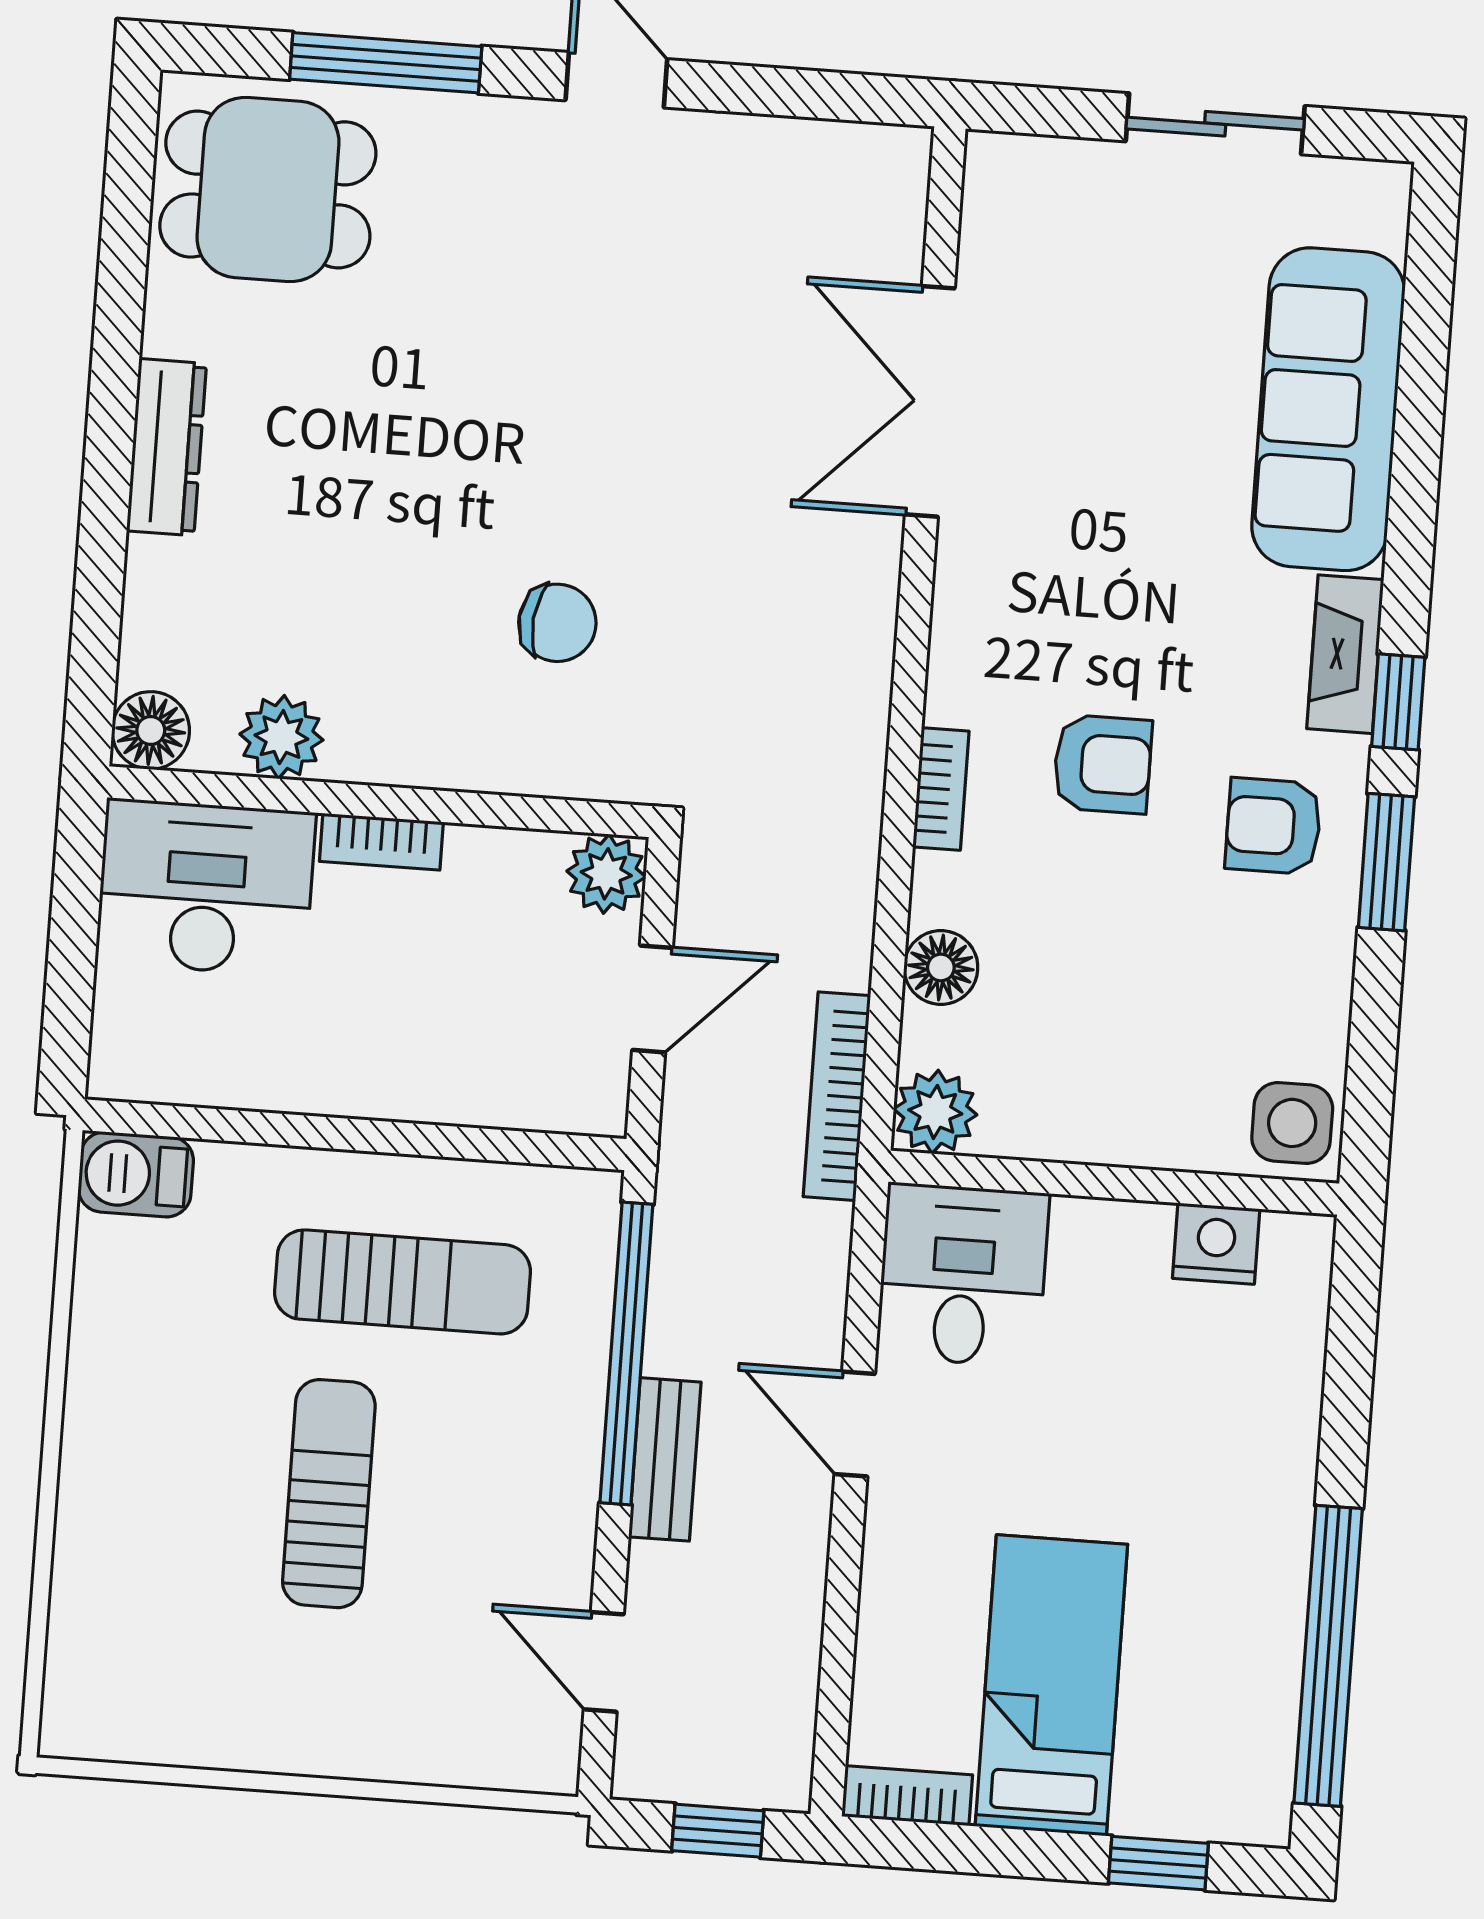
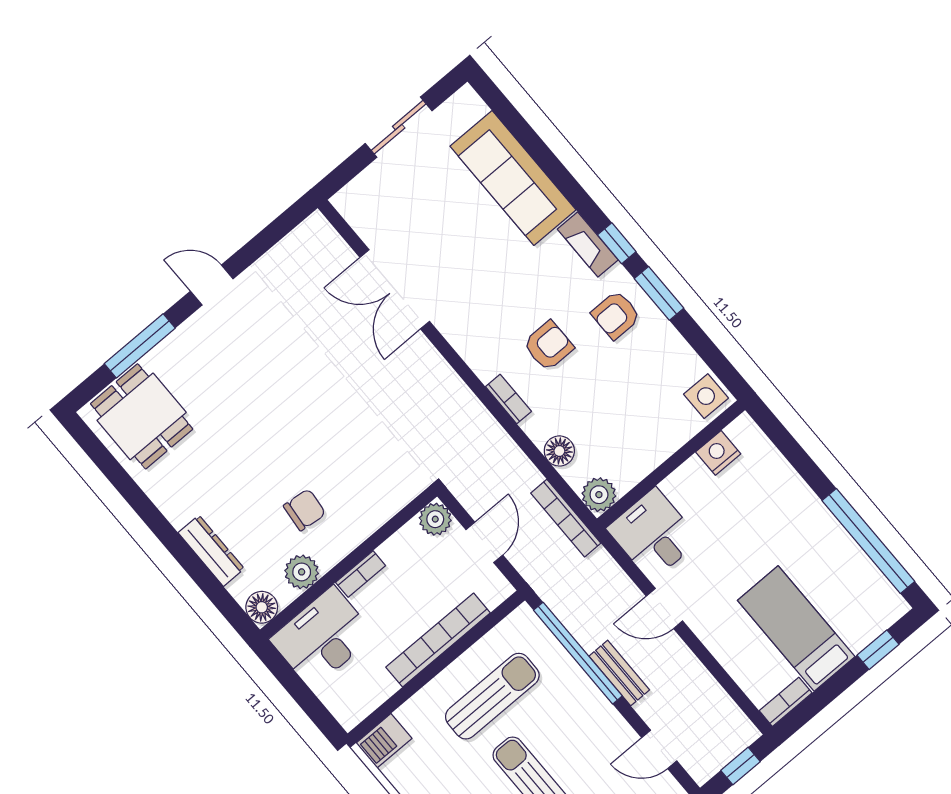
dining table: (268, 189) -> (142, 416), turned 90
dresser: (166, 447) -> (211, 551), moved
chair: (557, 623) -> (305, 510), moved
bookcase: (404, 1091) -> (438, 640), added

